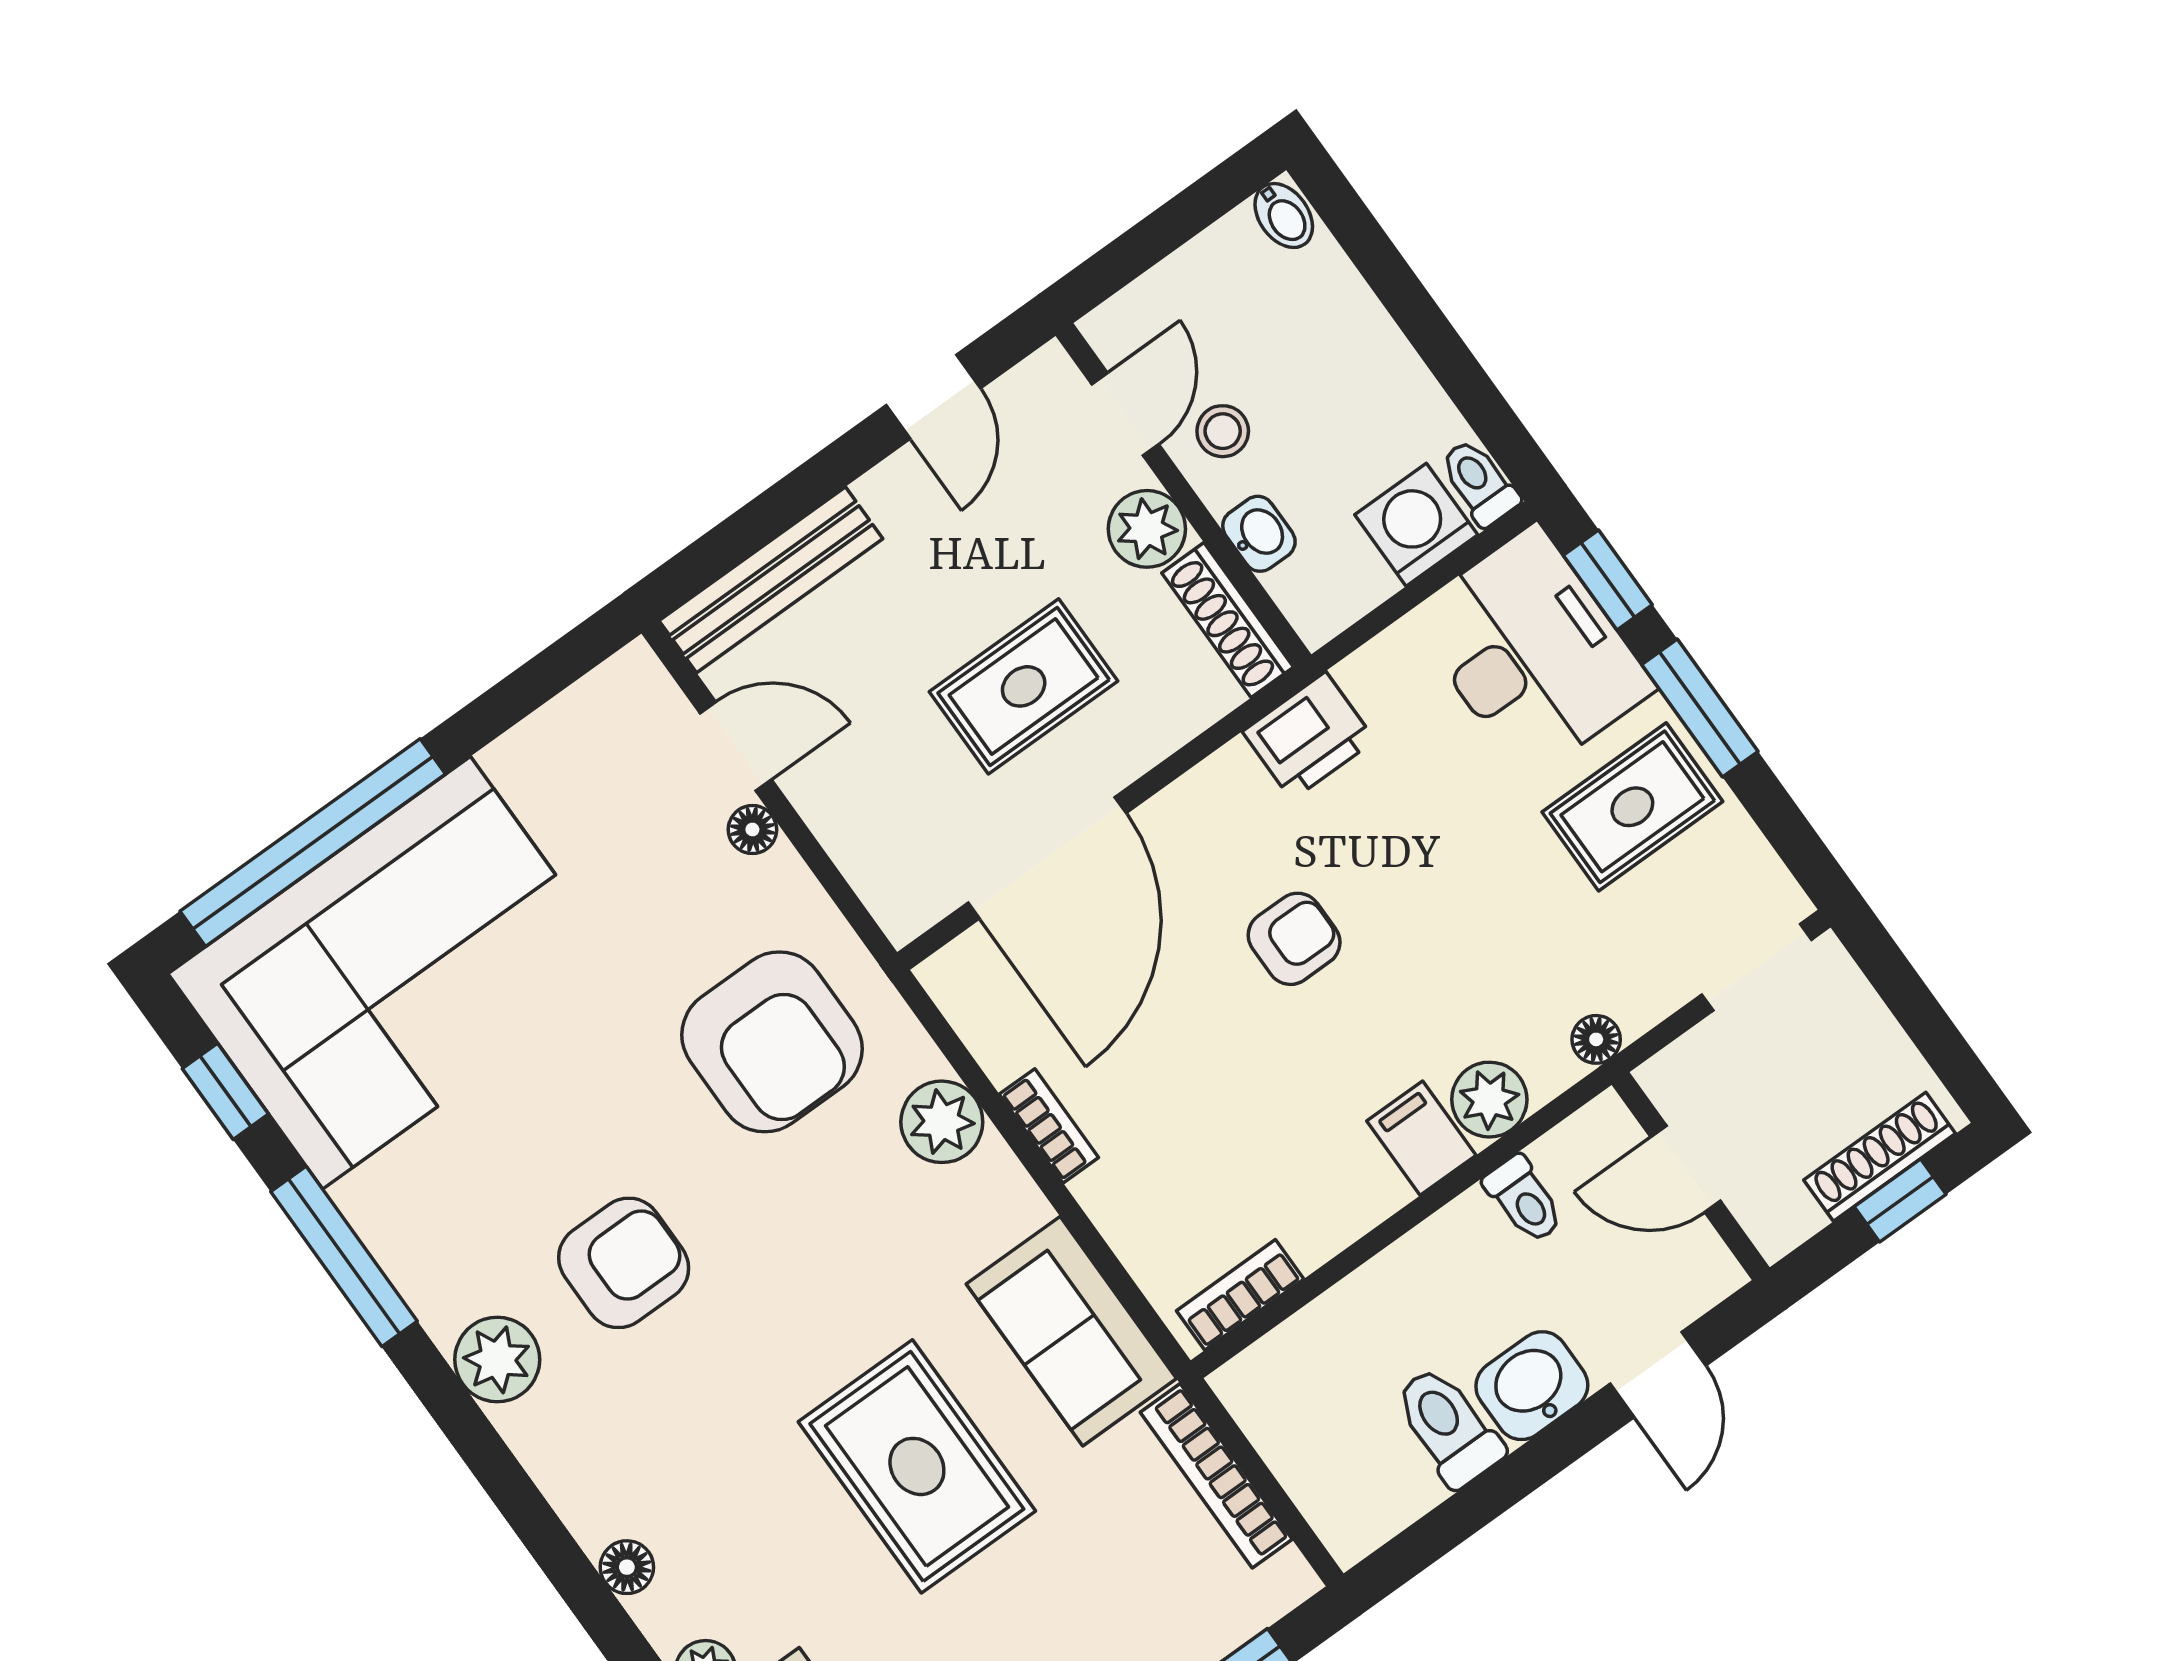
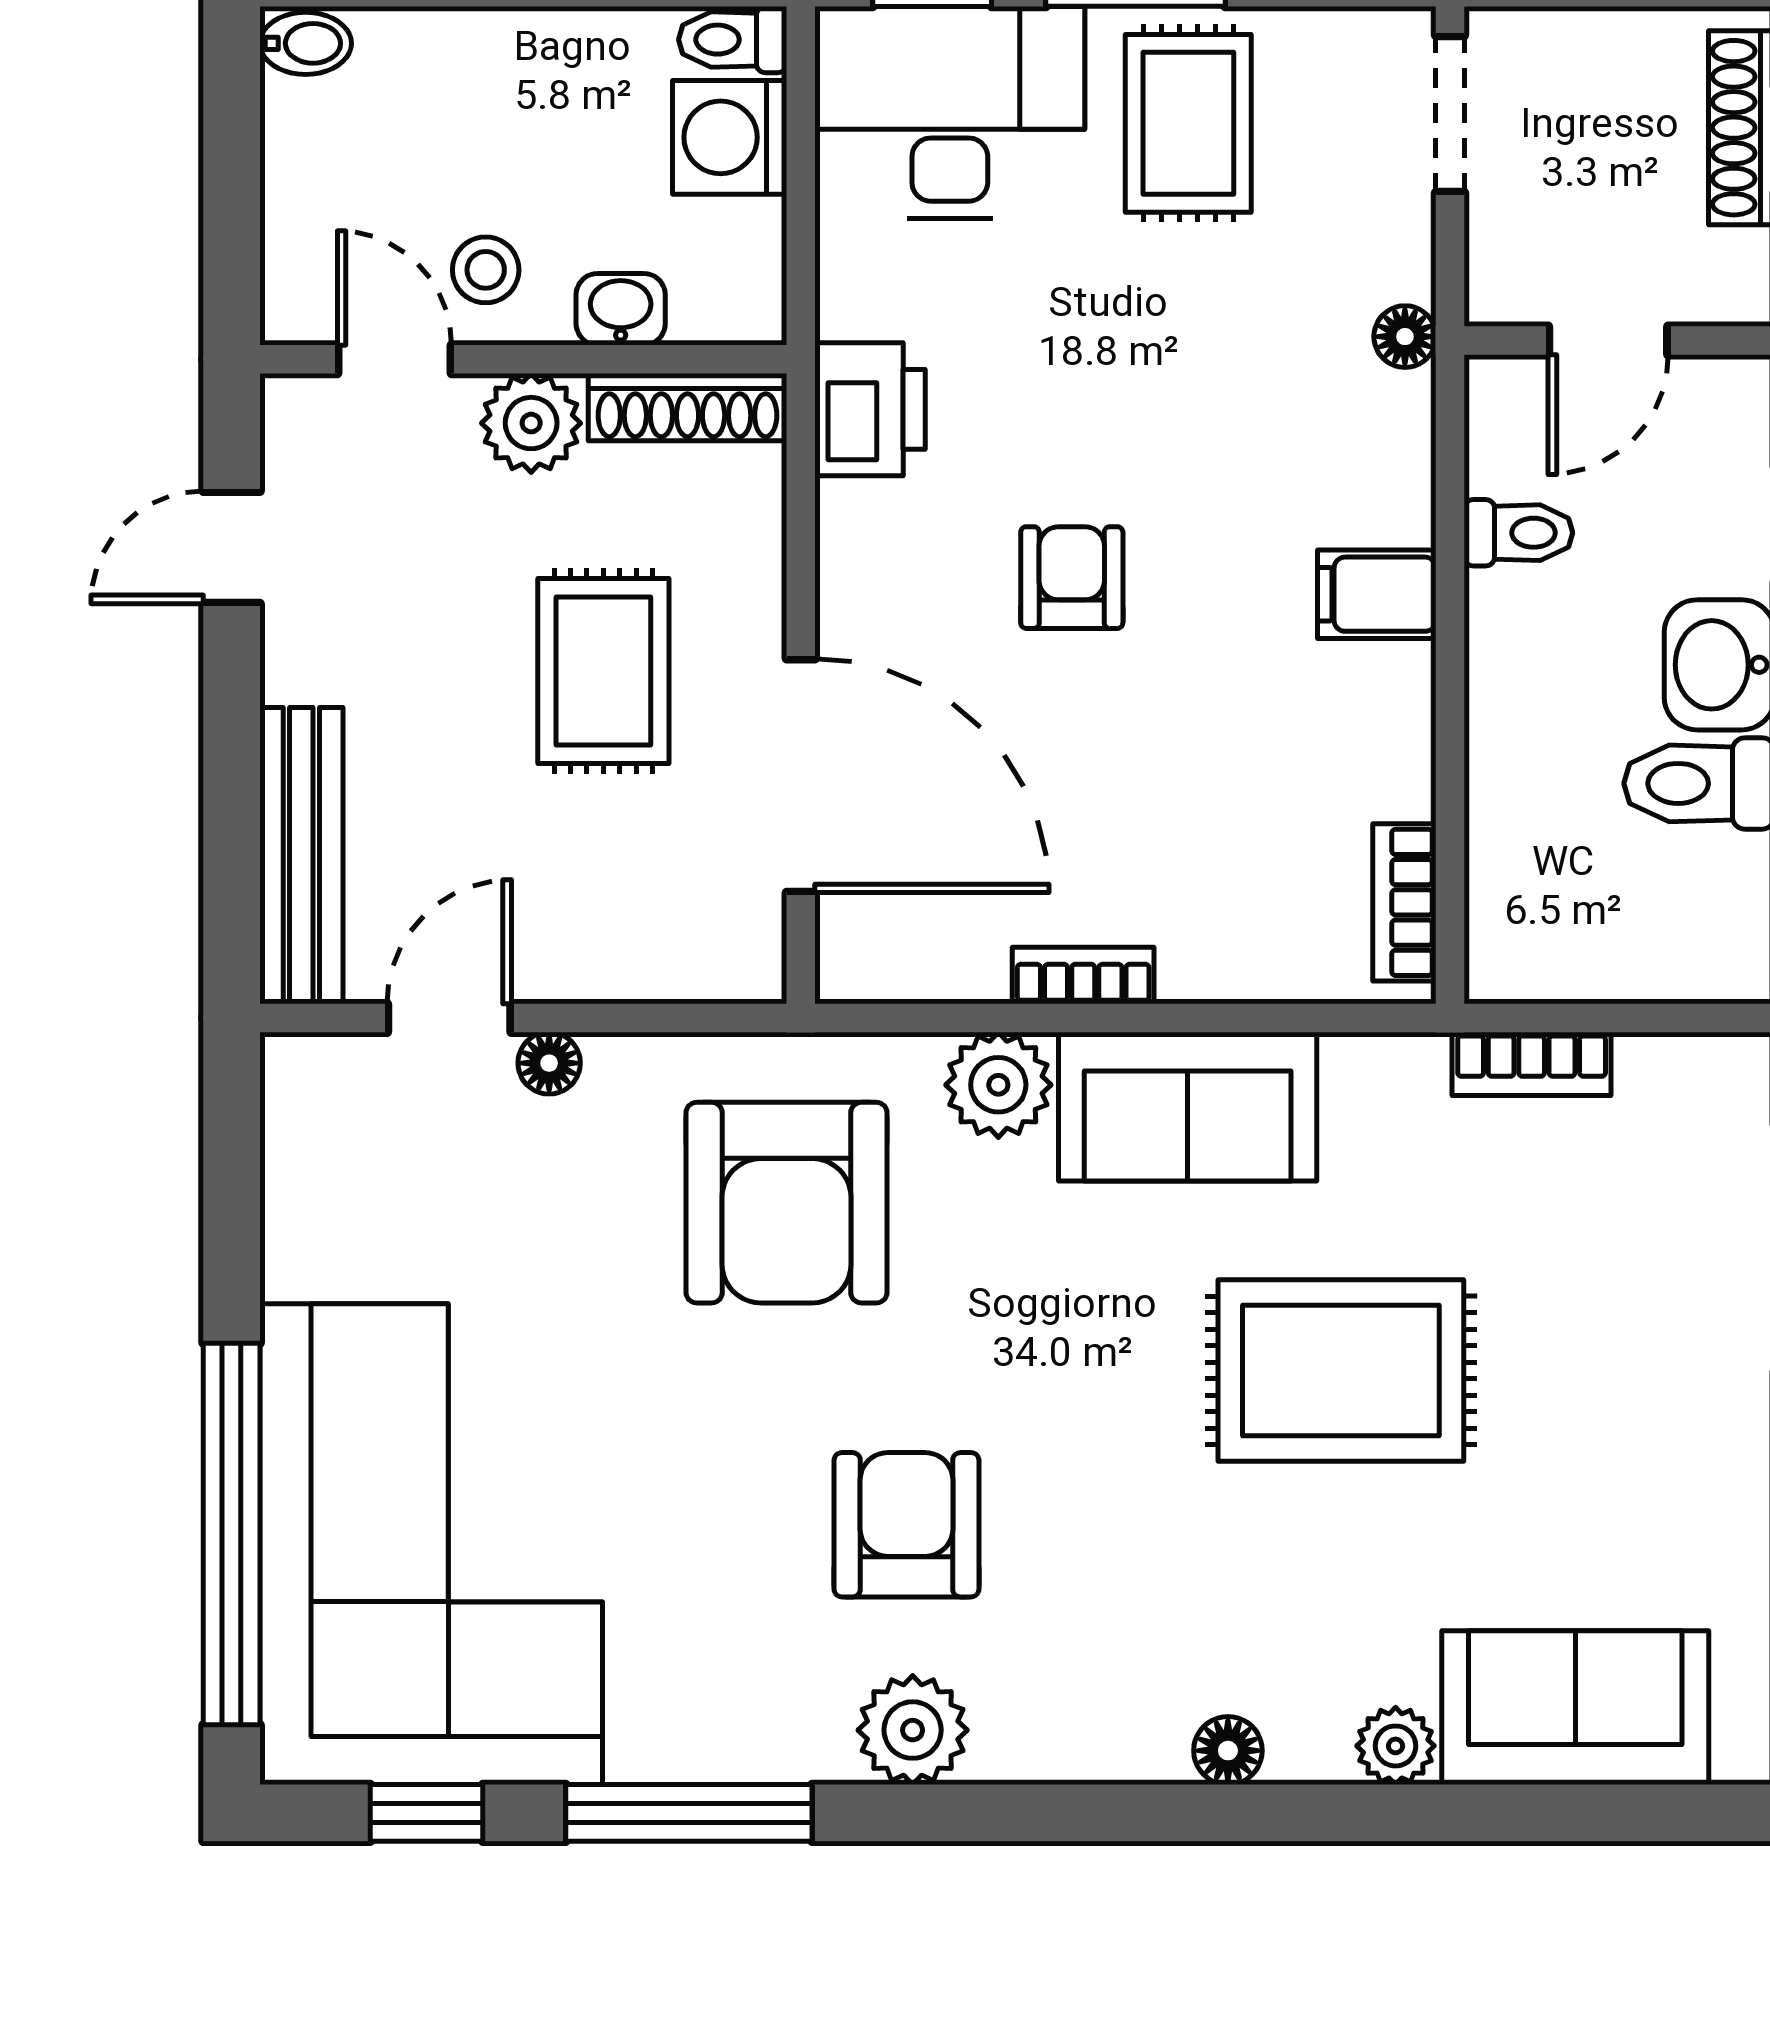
door: (933, 397) -> (232, 547), swing flipped
armchair: (772, 1042) -> (787, 1203), turned 90
plant: (1489, 1100) -> (1387, 494), removed
sofa: (1071, 1331) -> (1188, 1107), moved
bookcase: (1216, 1476) -> (1532, 1064), width x0.64

